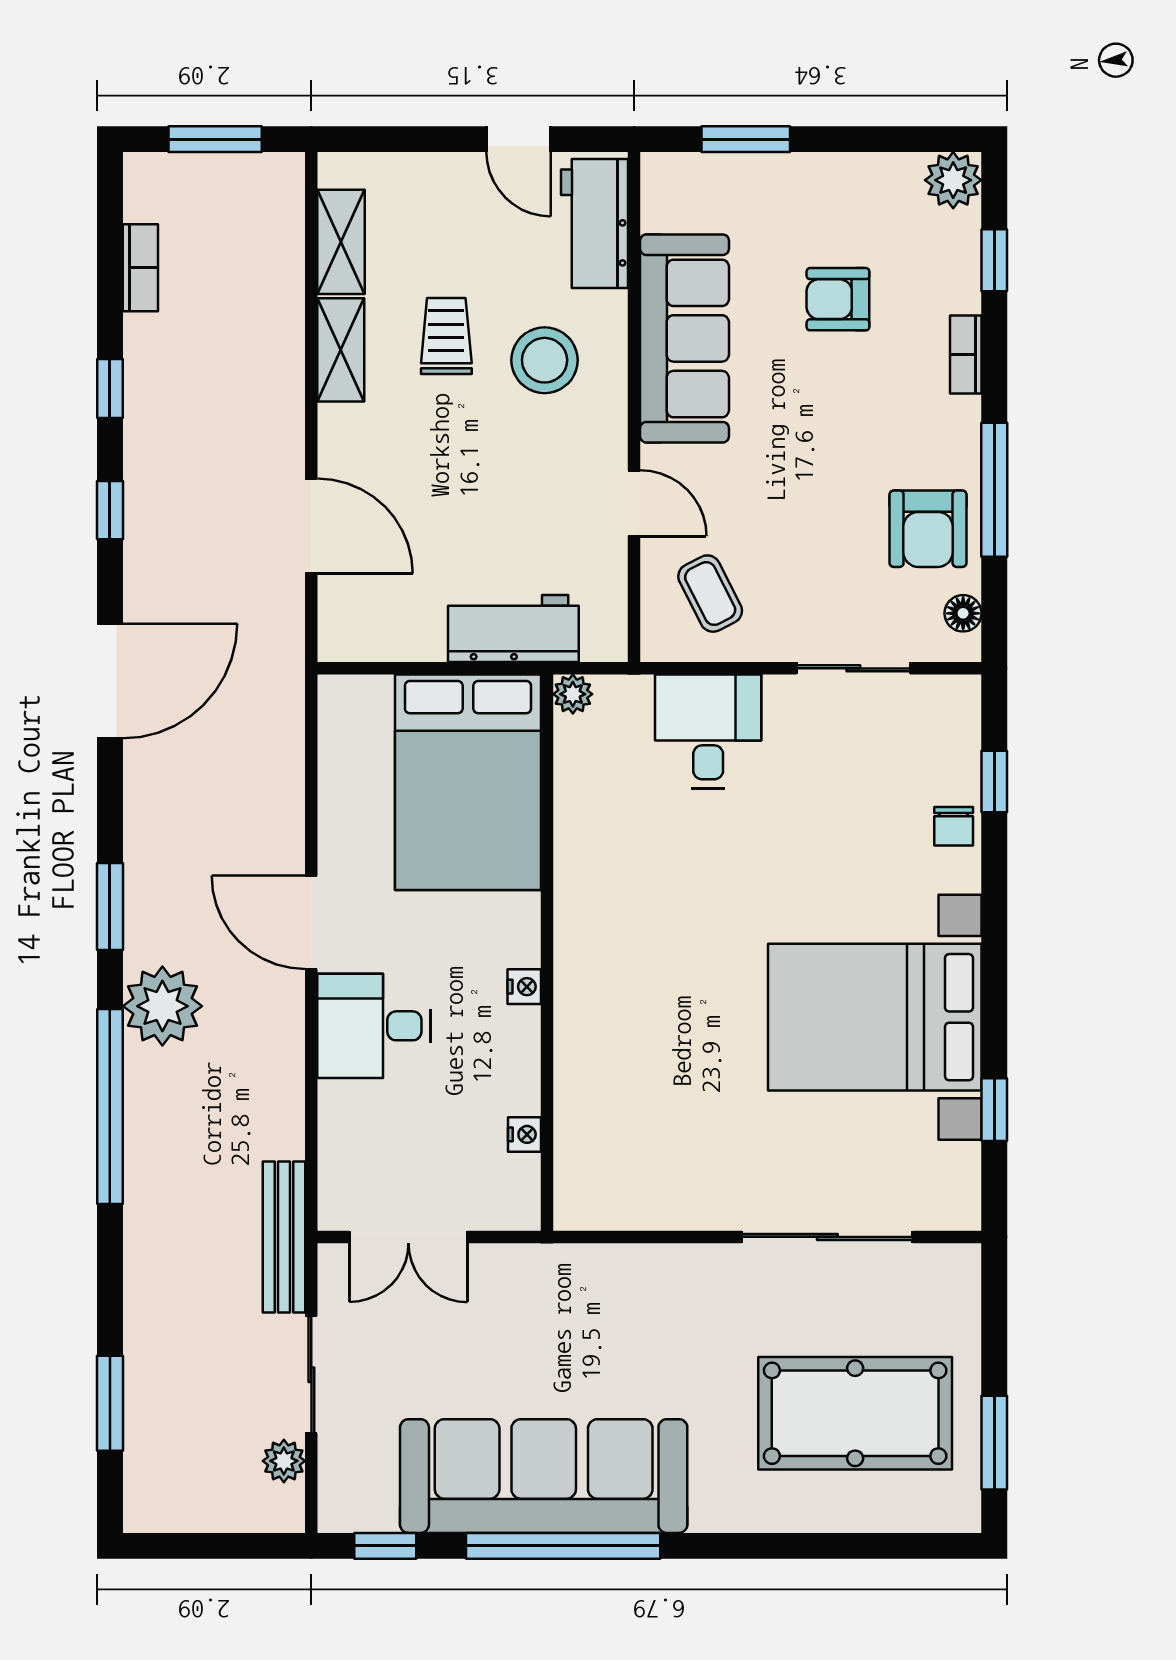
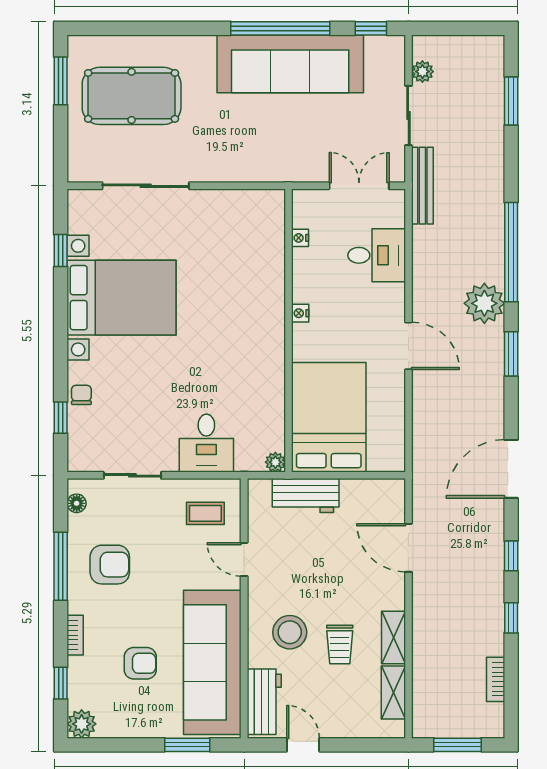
sofa: (684, 338) -> (212, 662), width x1.36, depth x1.27
armchair: (928, 529) -> (110, 565), moved, turned 90
coffee table: (710, 594) -> (205, 513), turned -63
desk: (374, 1026) -> (377, 255), moved

